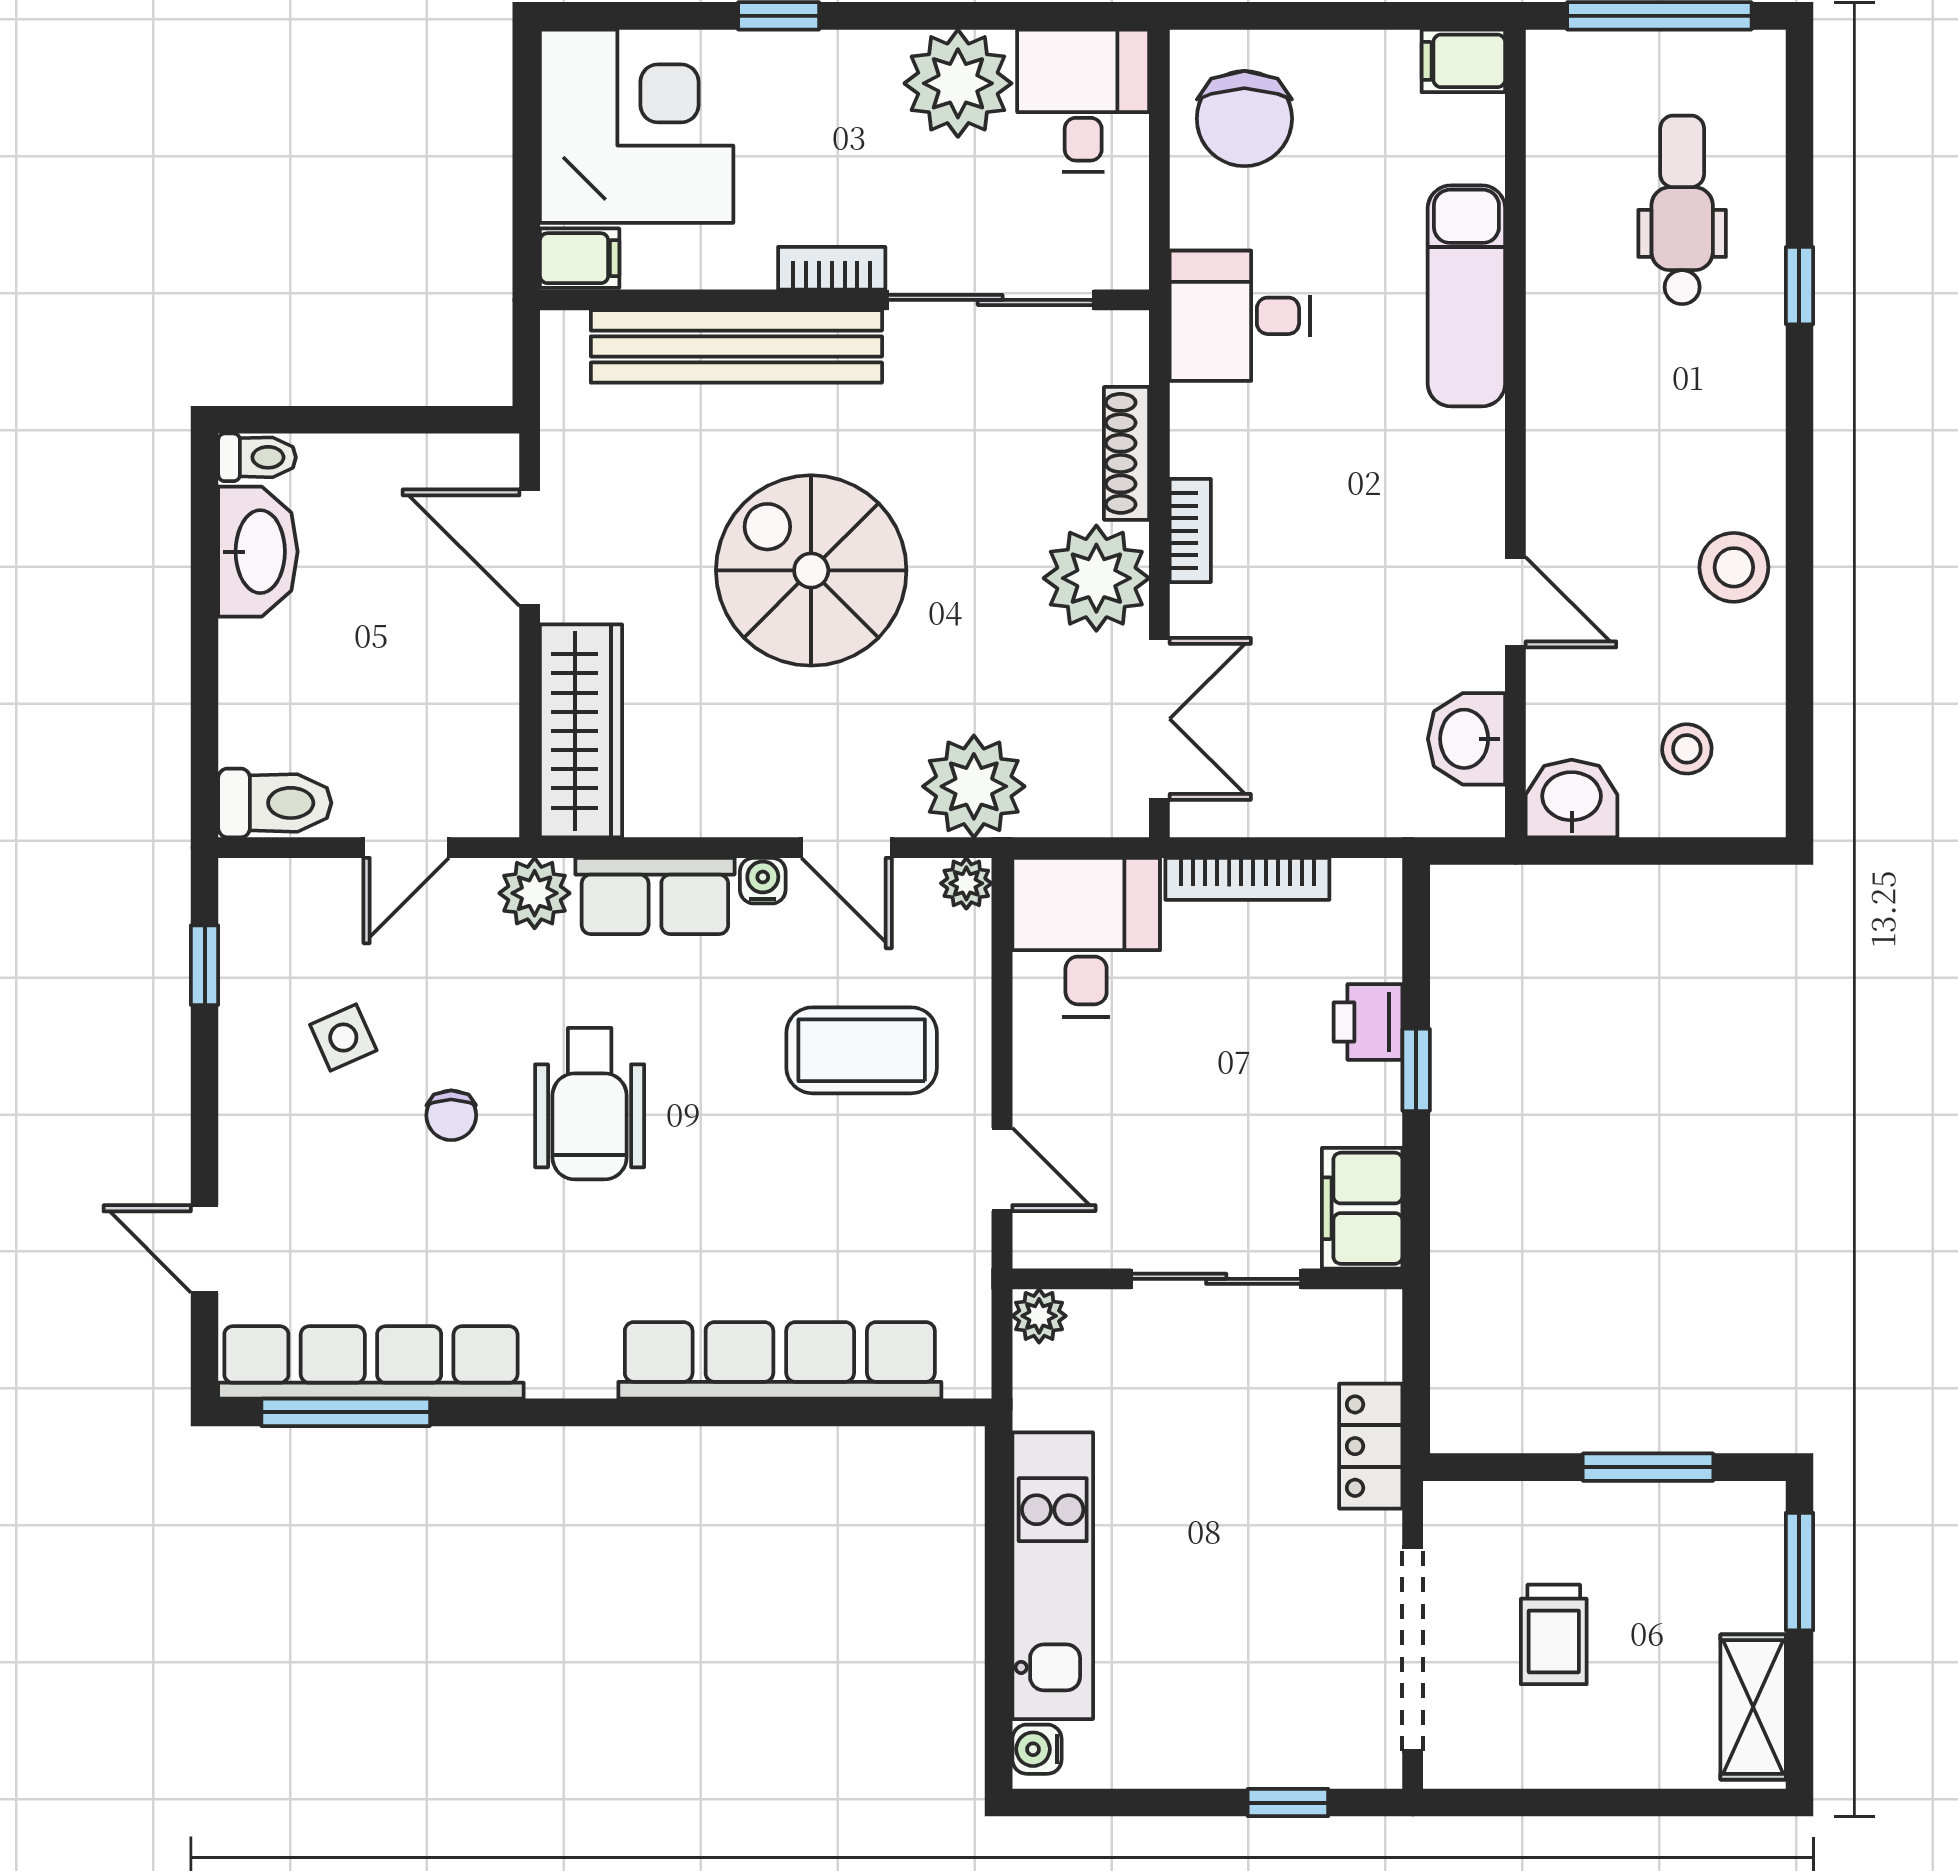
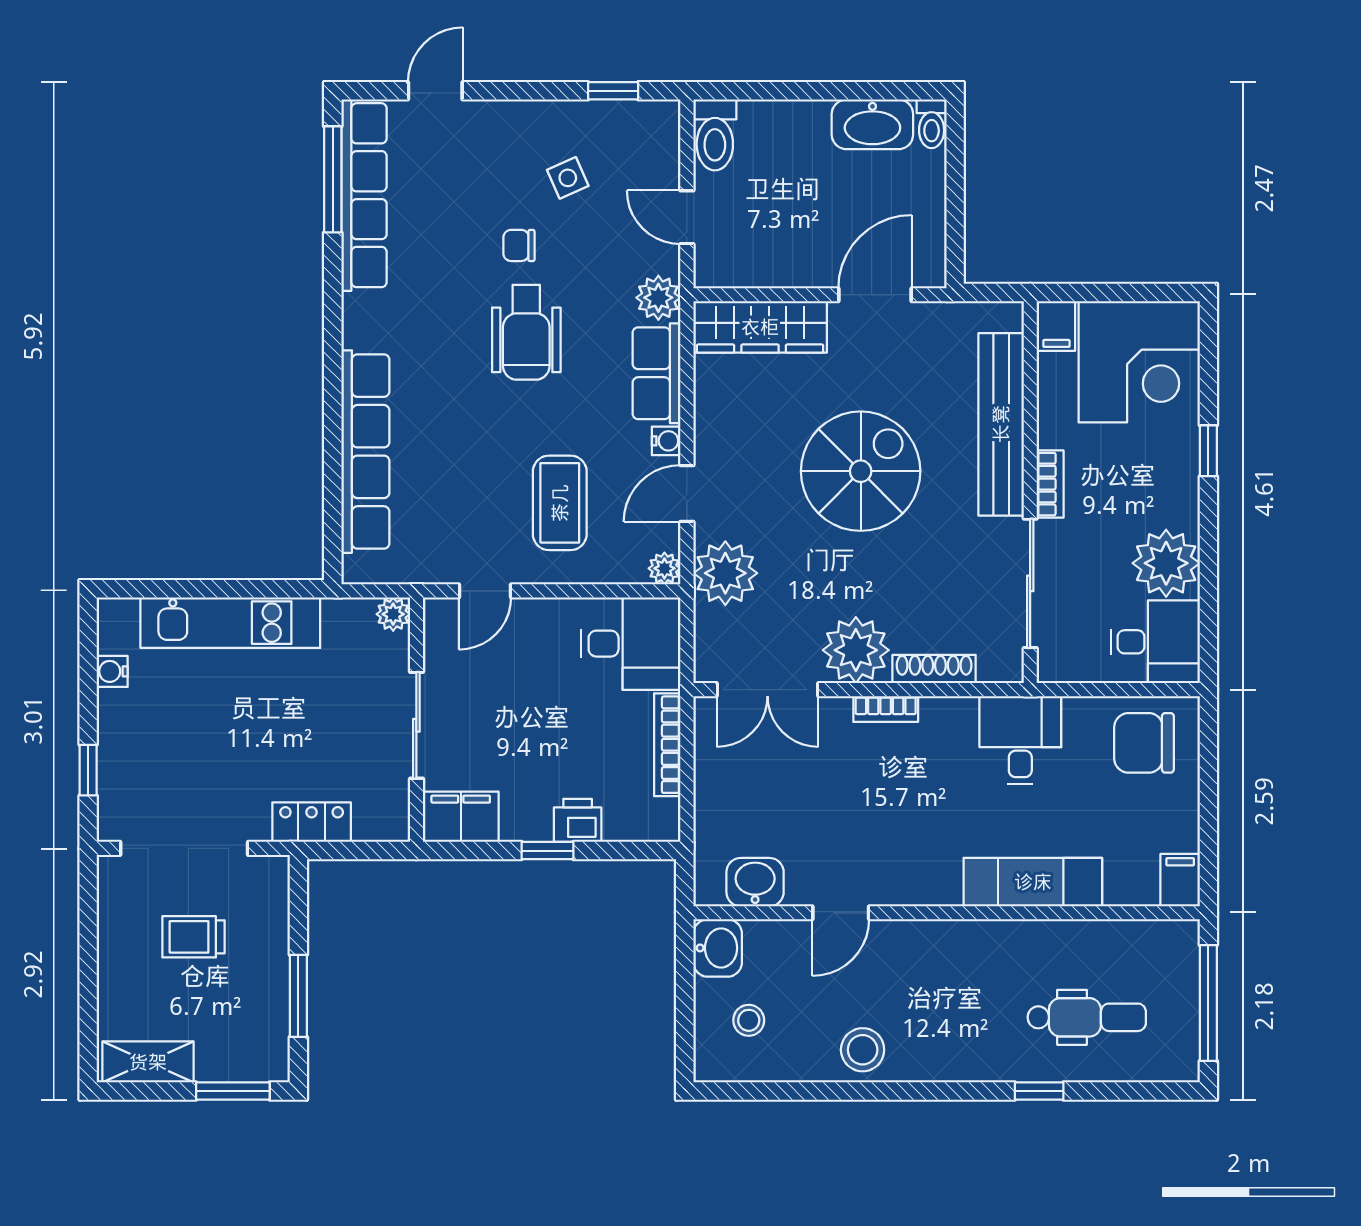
wheelchair: (590, 1104) -> (526, 332), turned -90
water cooler: (1037, 1749) -> (112, 671), moved, turned -90

